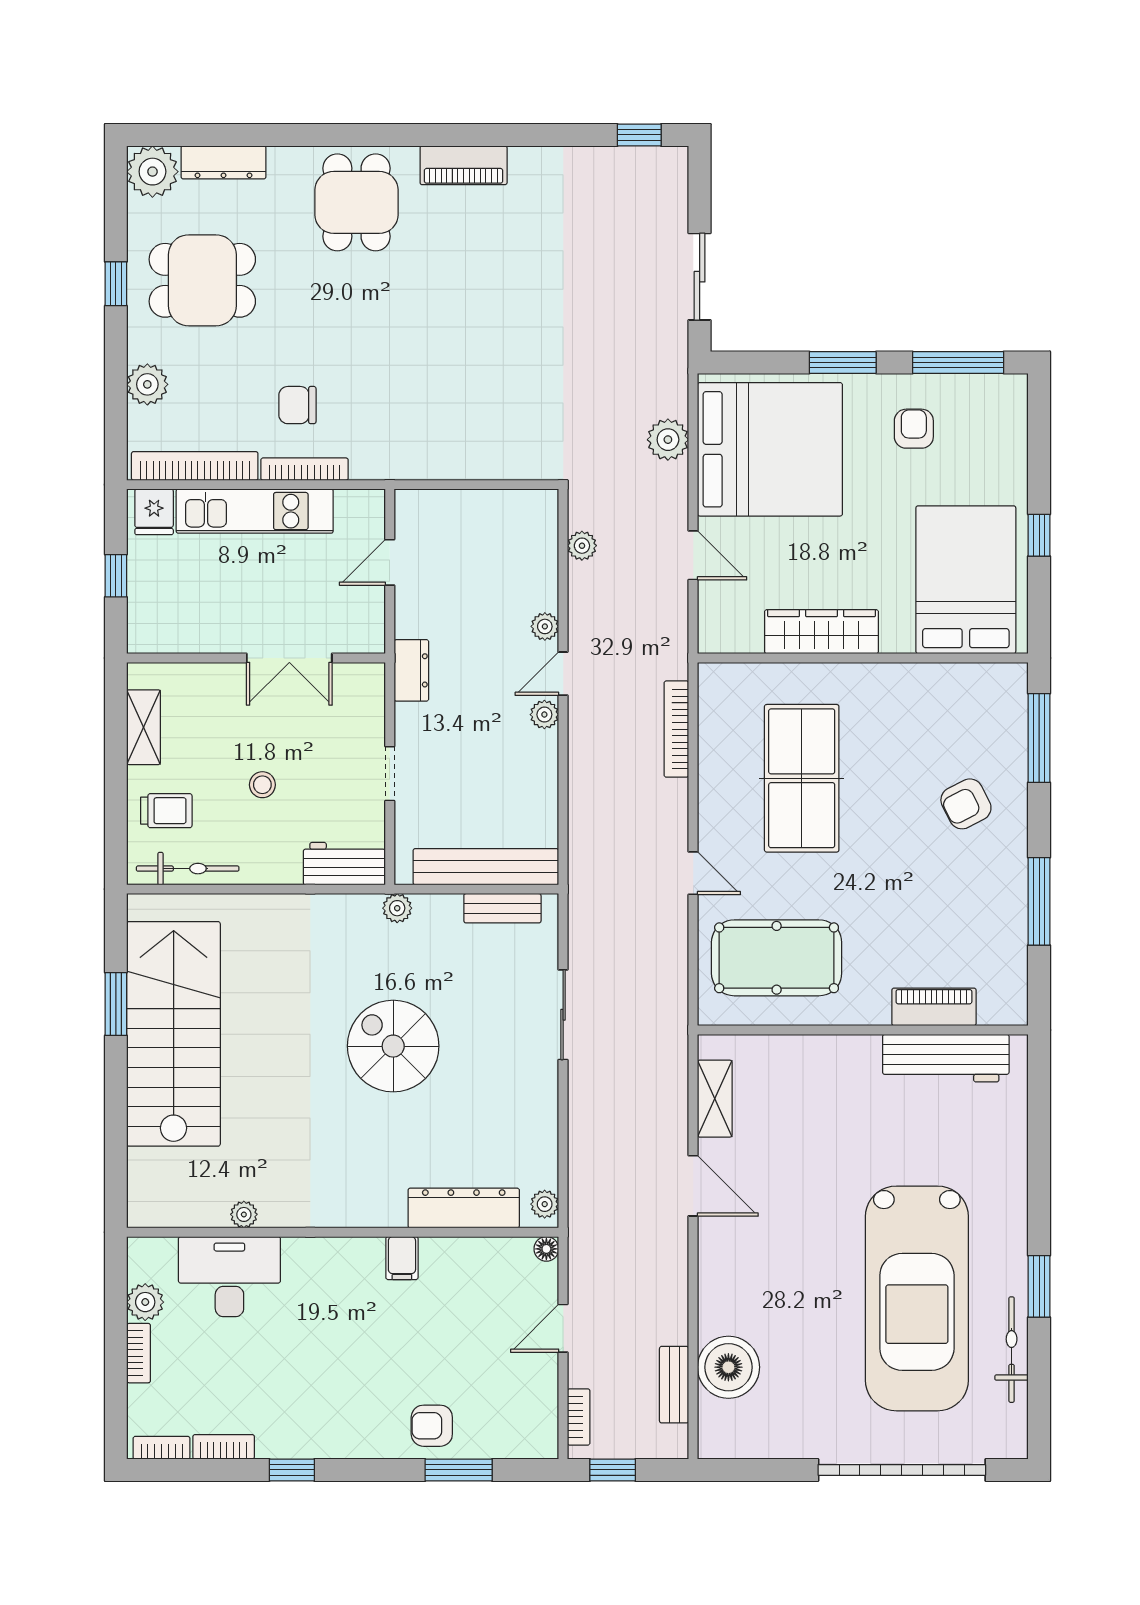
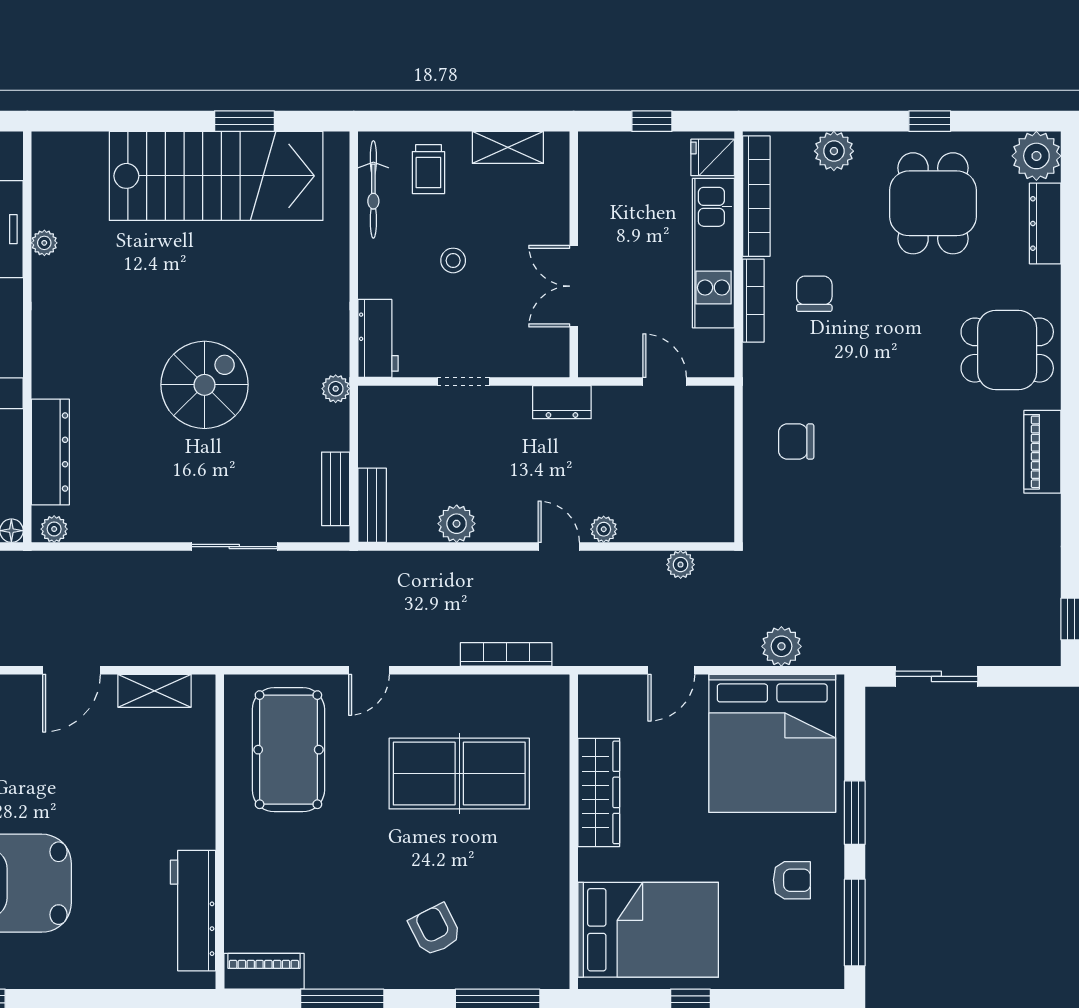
chair: (453, 424) -> (796, 442), added
plant: (544, 715) -> (457, 524), moved, width x1.38, depth x1.38
bench: (486, 867) -> (372, 505), width x0.54, depth x0.82
piano: (934, 1007) -> (264, 971), moved, turned -90

